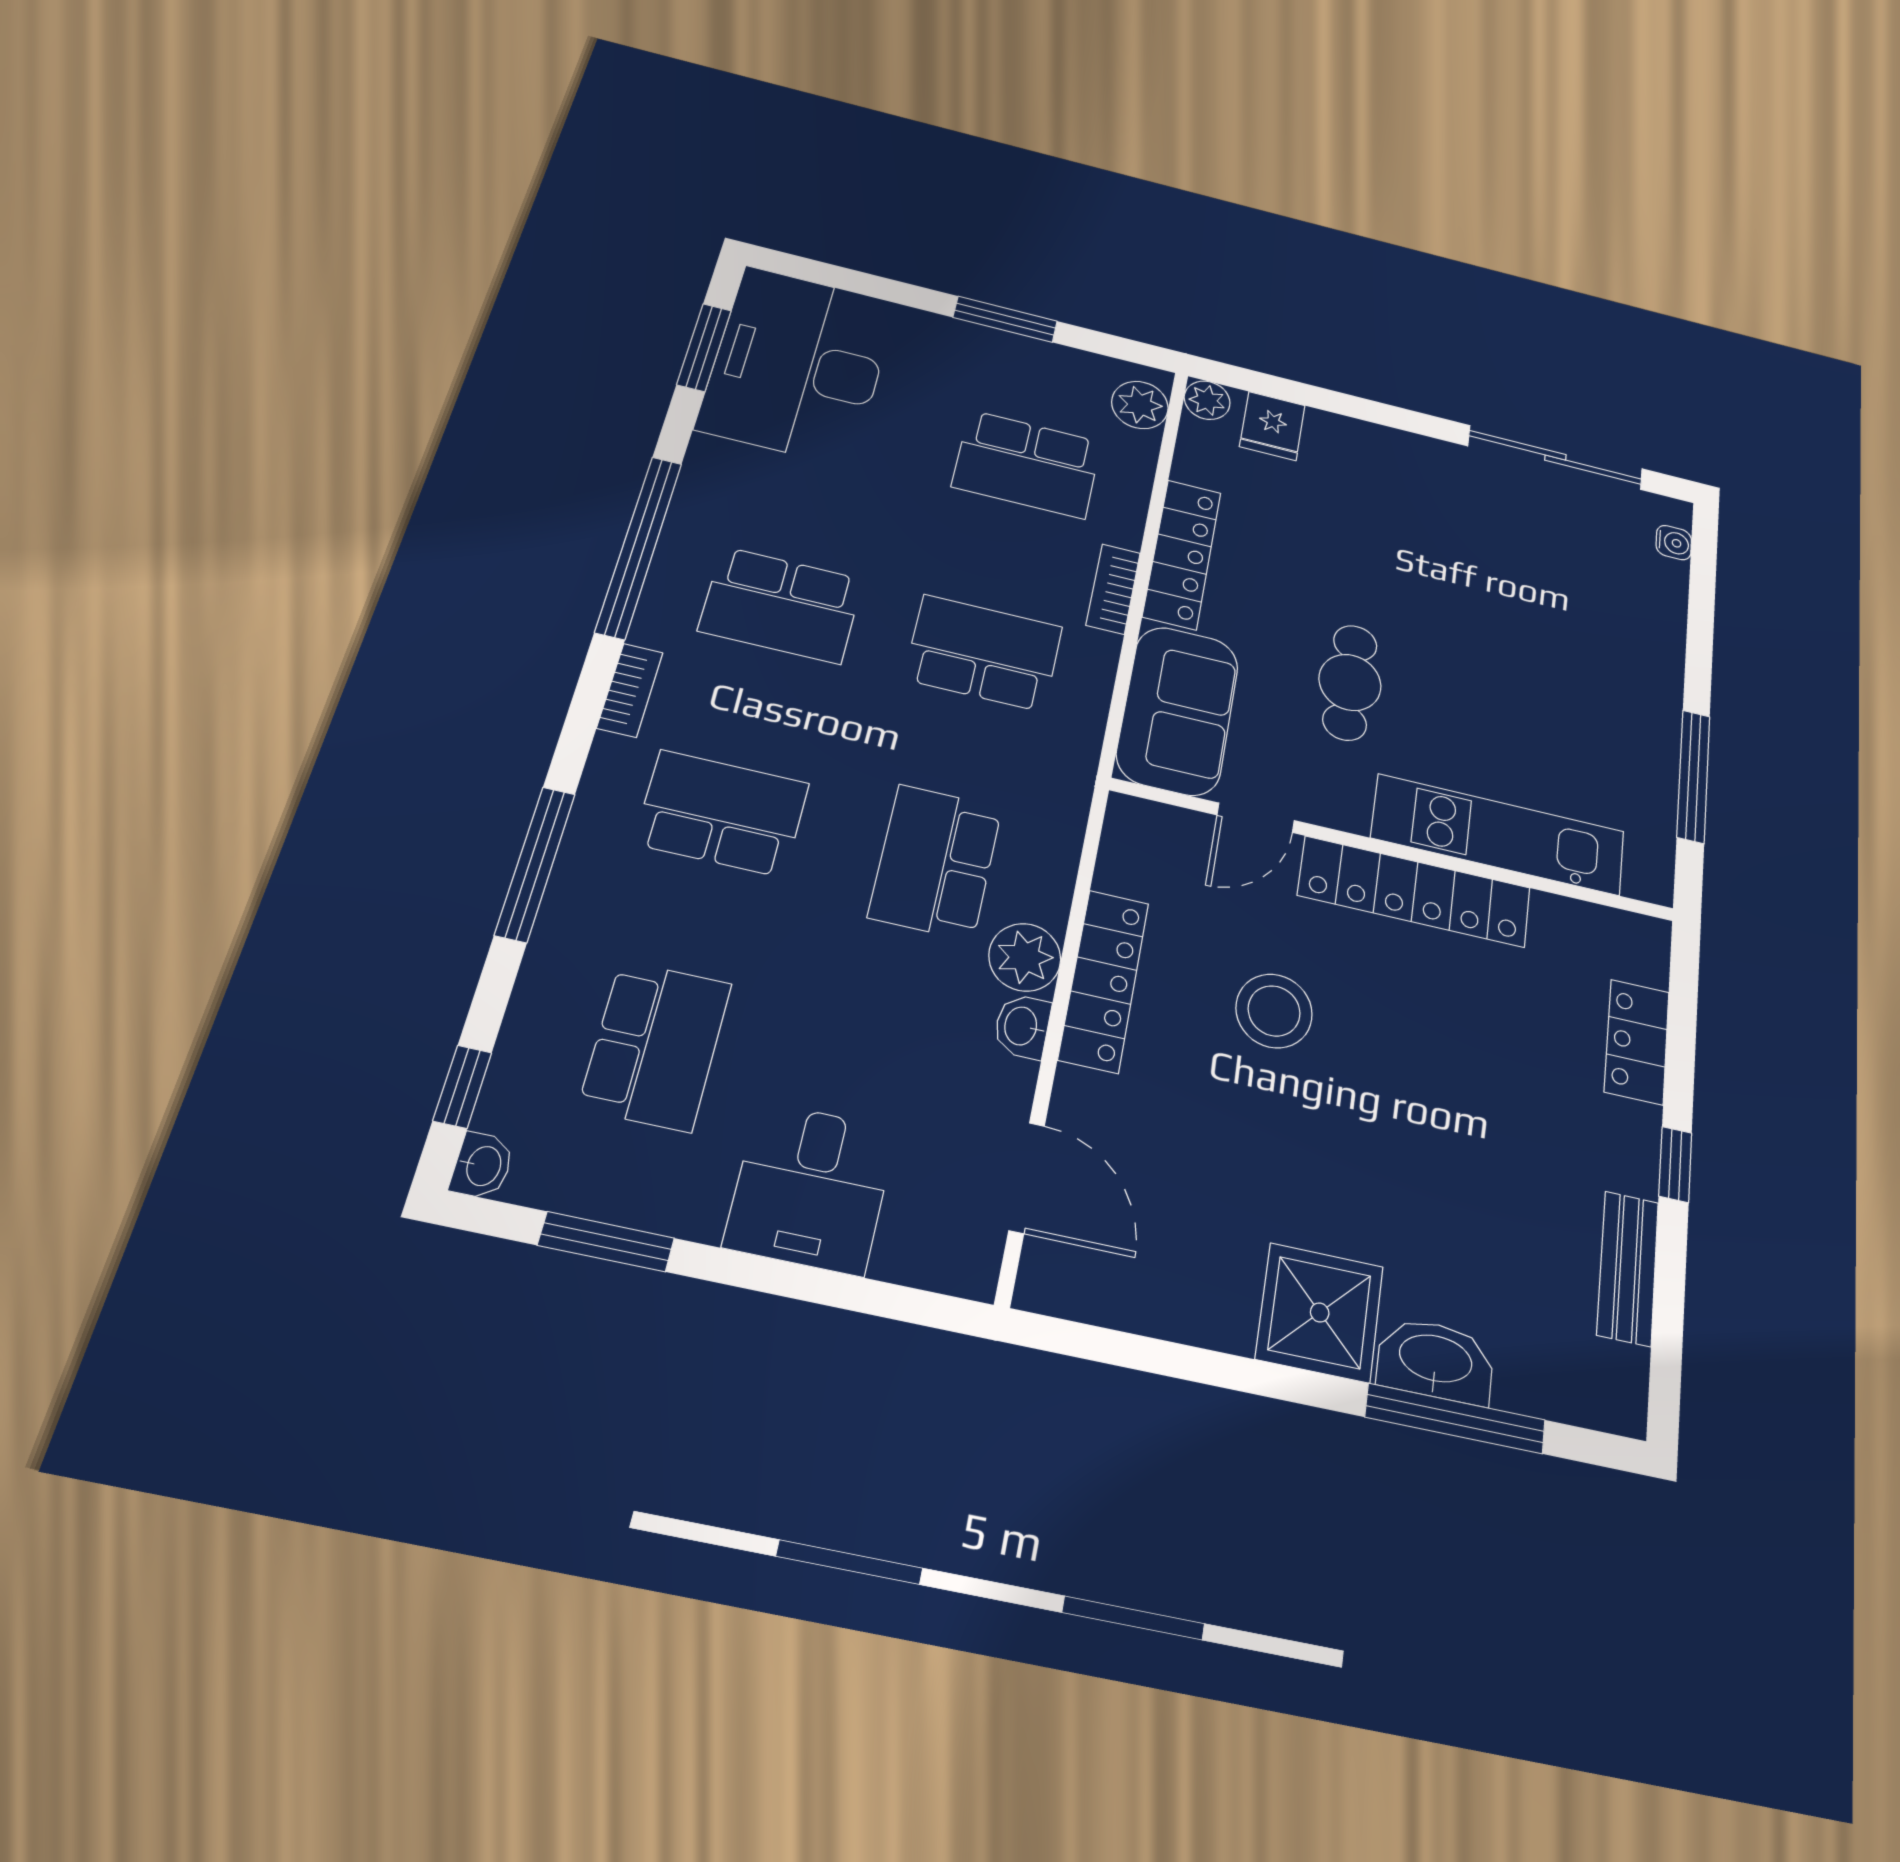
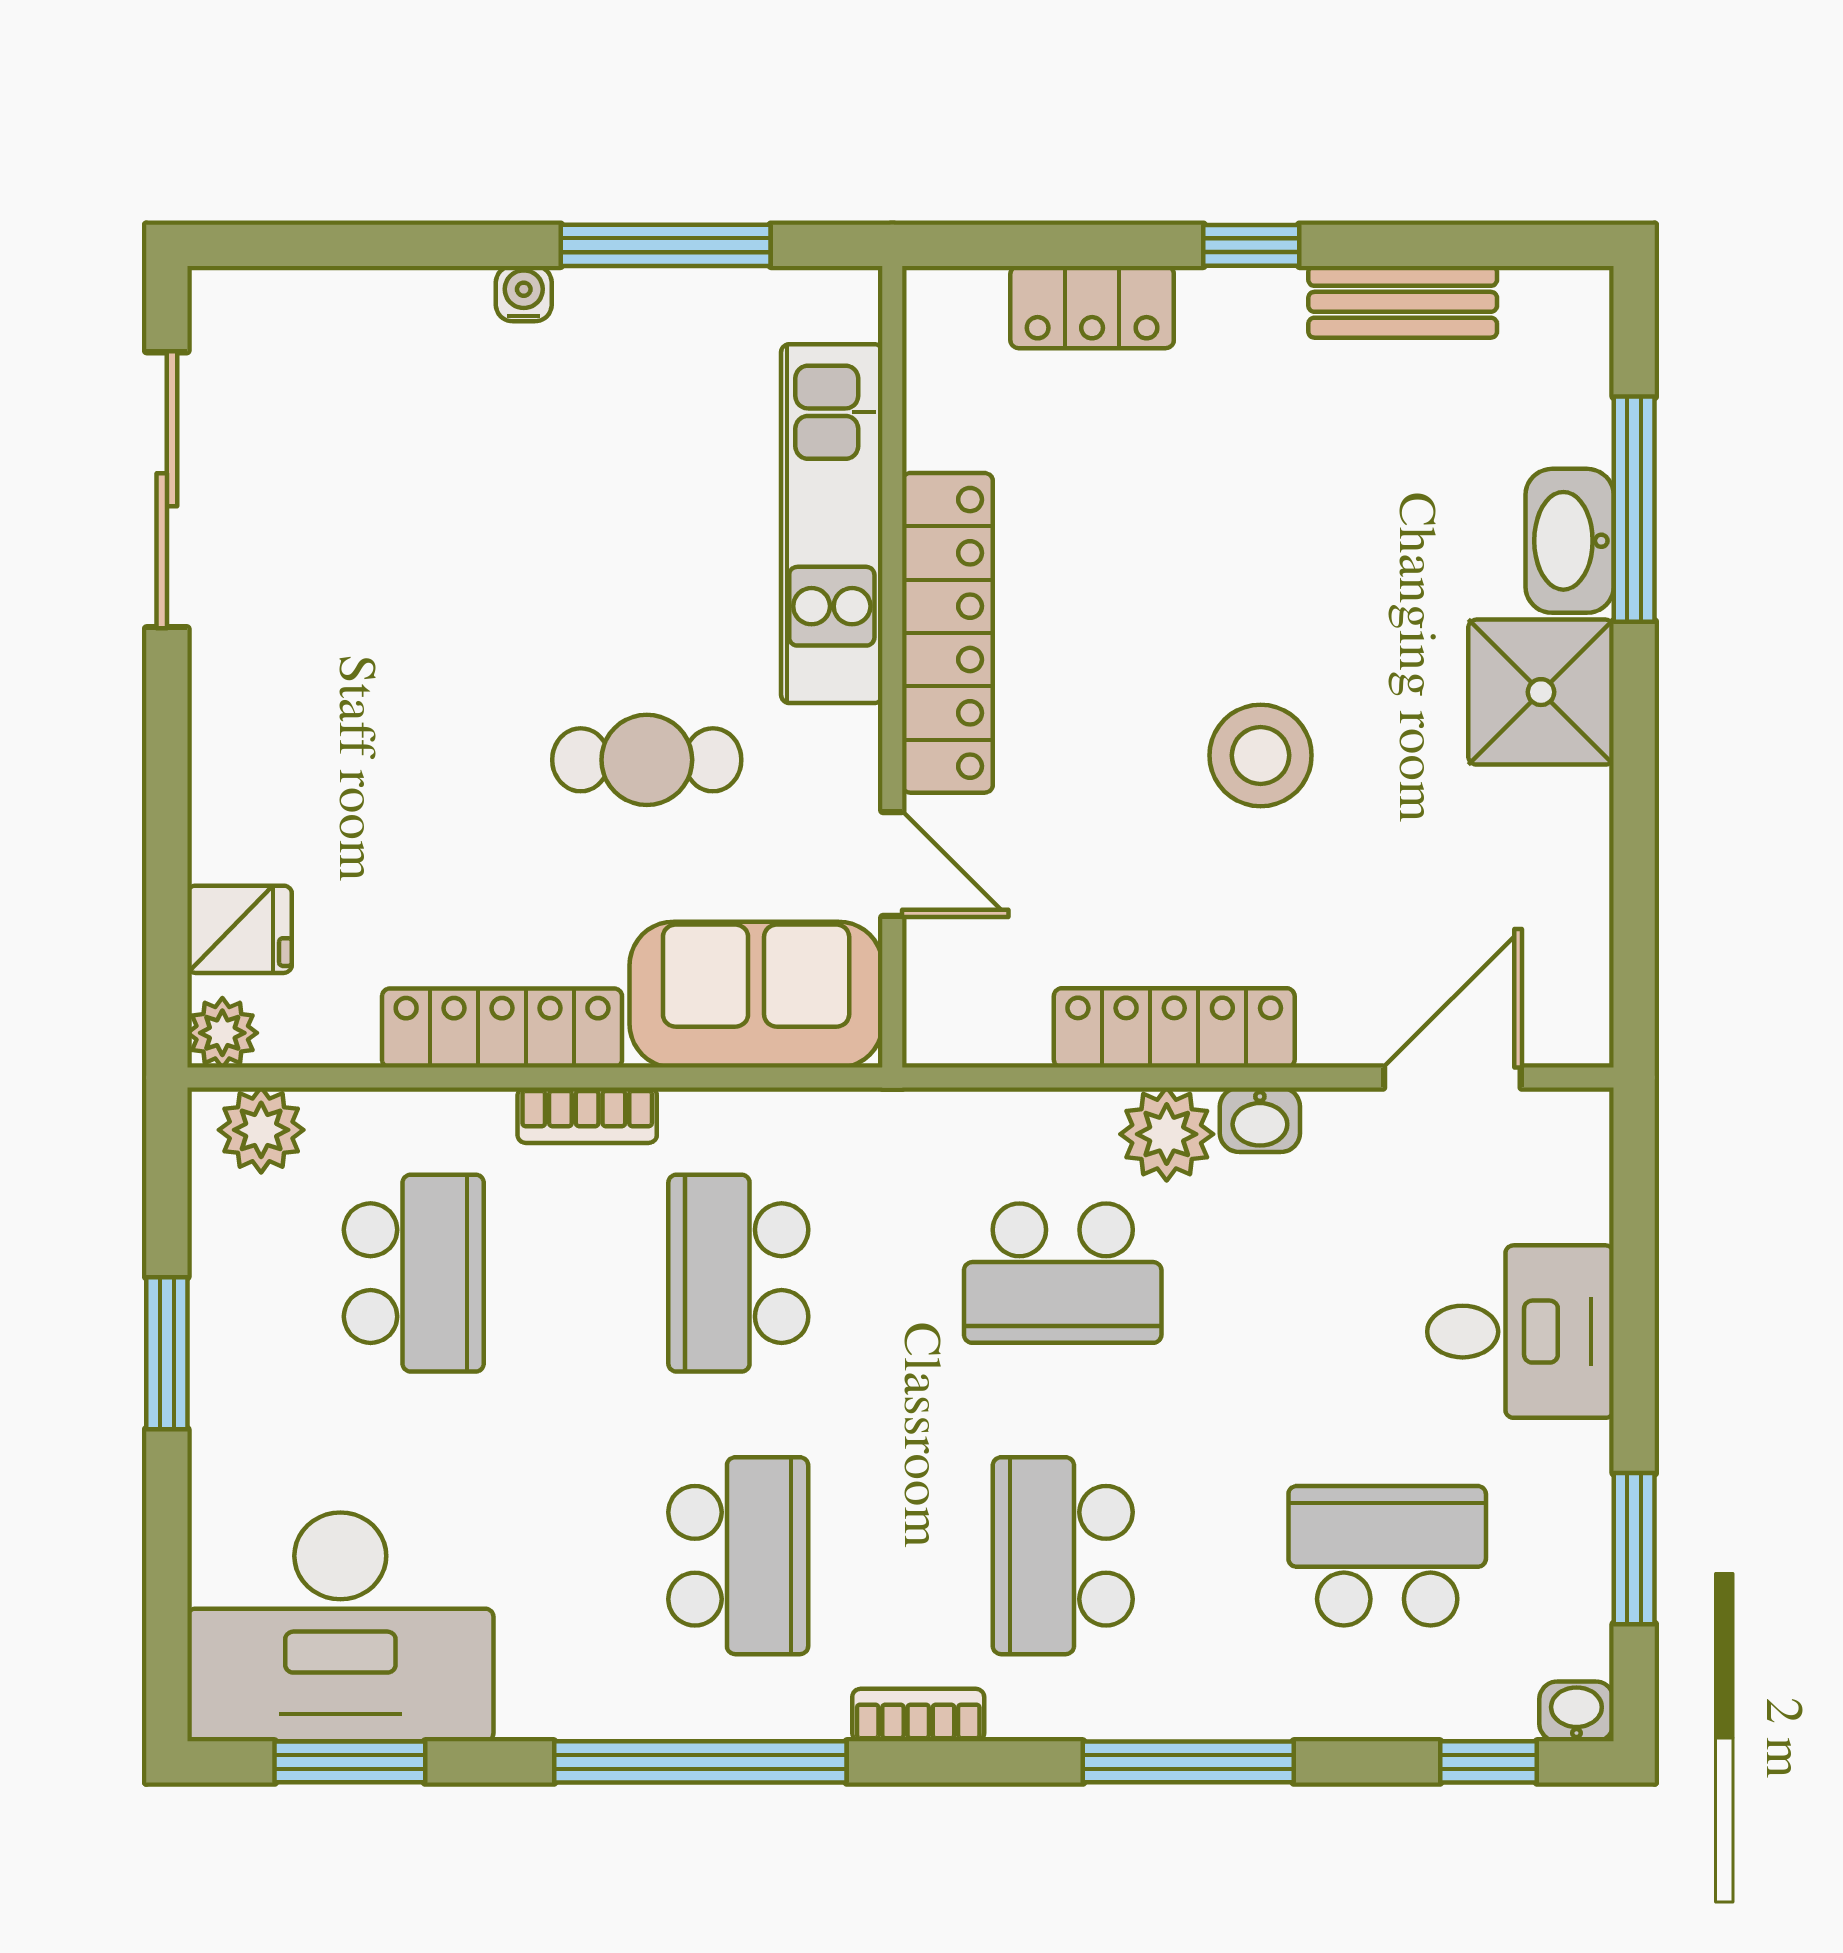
water cooler: (1674, 543) -> (524, 294), moved
stool: (1274, 1011) -> (1261, 755), moved

